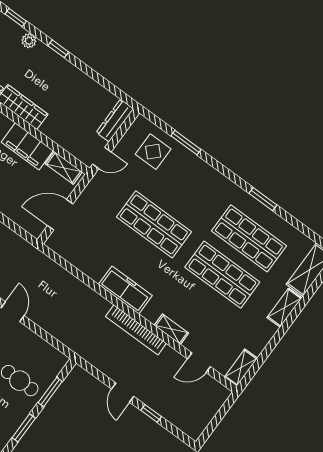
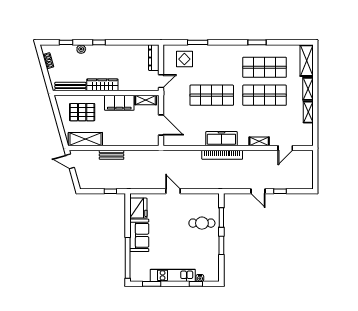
door: (60, 215) -> (161, 125), swing flipped
bookcase: (136, 330) -> (222, 155), moved
shelving: (241, 368) -> (308, 112), moved

